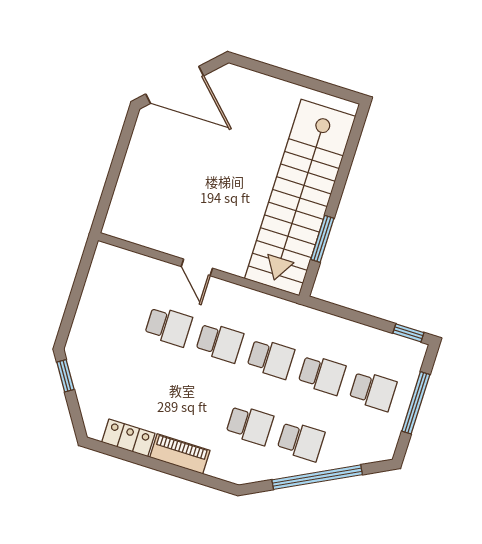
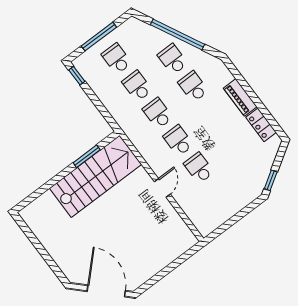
stairs: (300, 197) -> (96, 176), width x0.73

